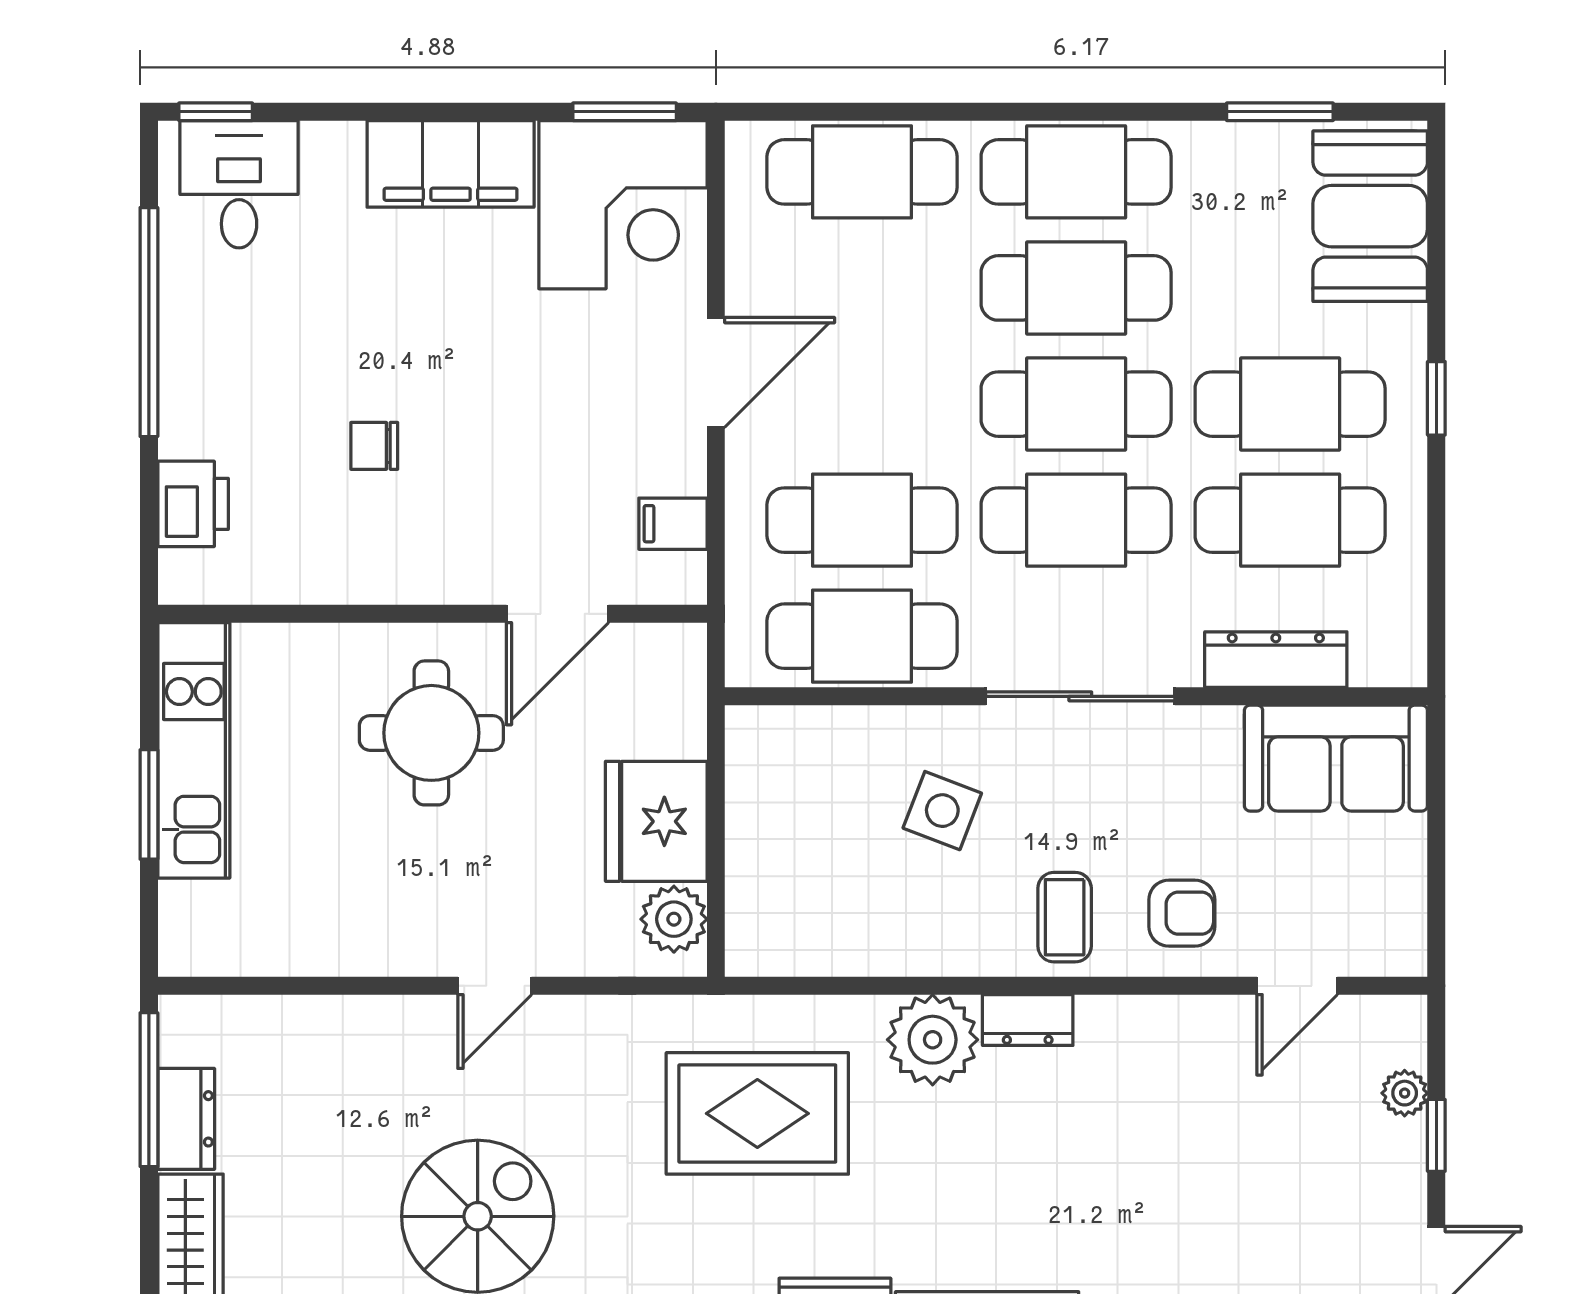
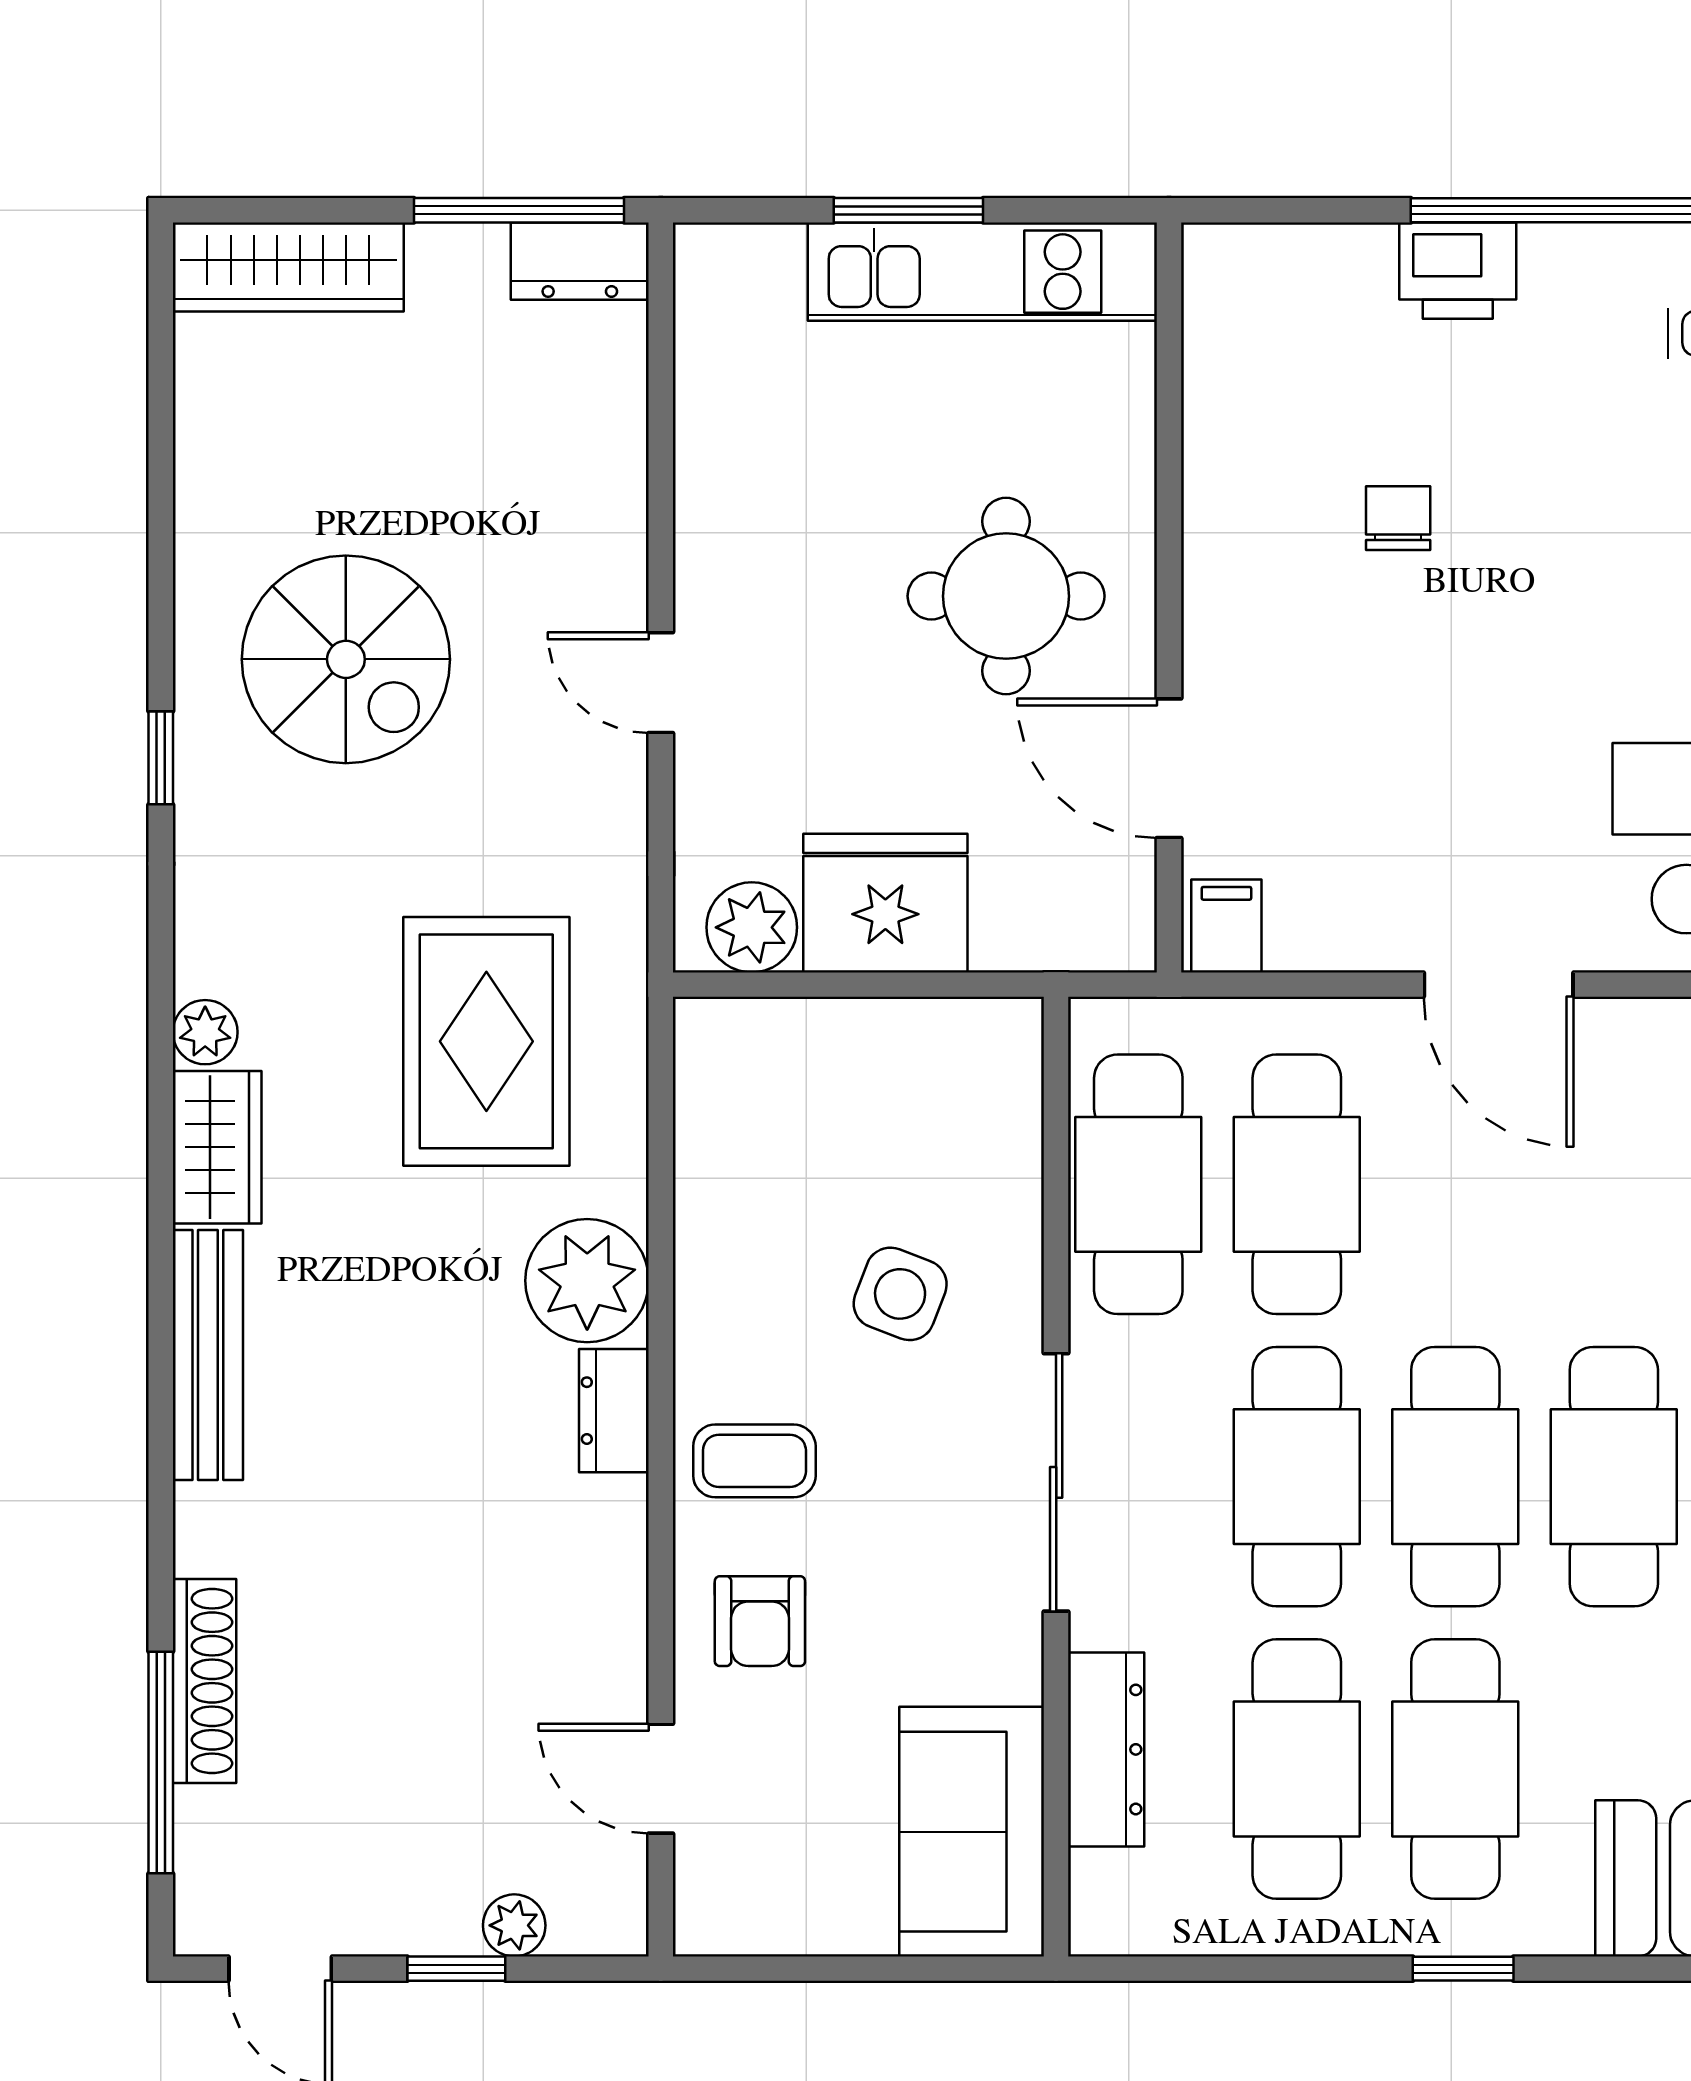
printer: (193, 504) -> (1458, 271), moved
filing cabinet: (673, 524) -> (1226, 926), moved
dresser: (186, 1119) -> (580, 261), moved

